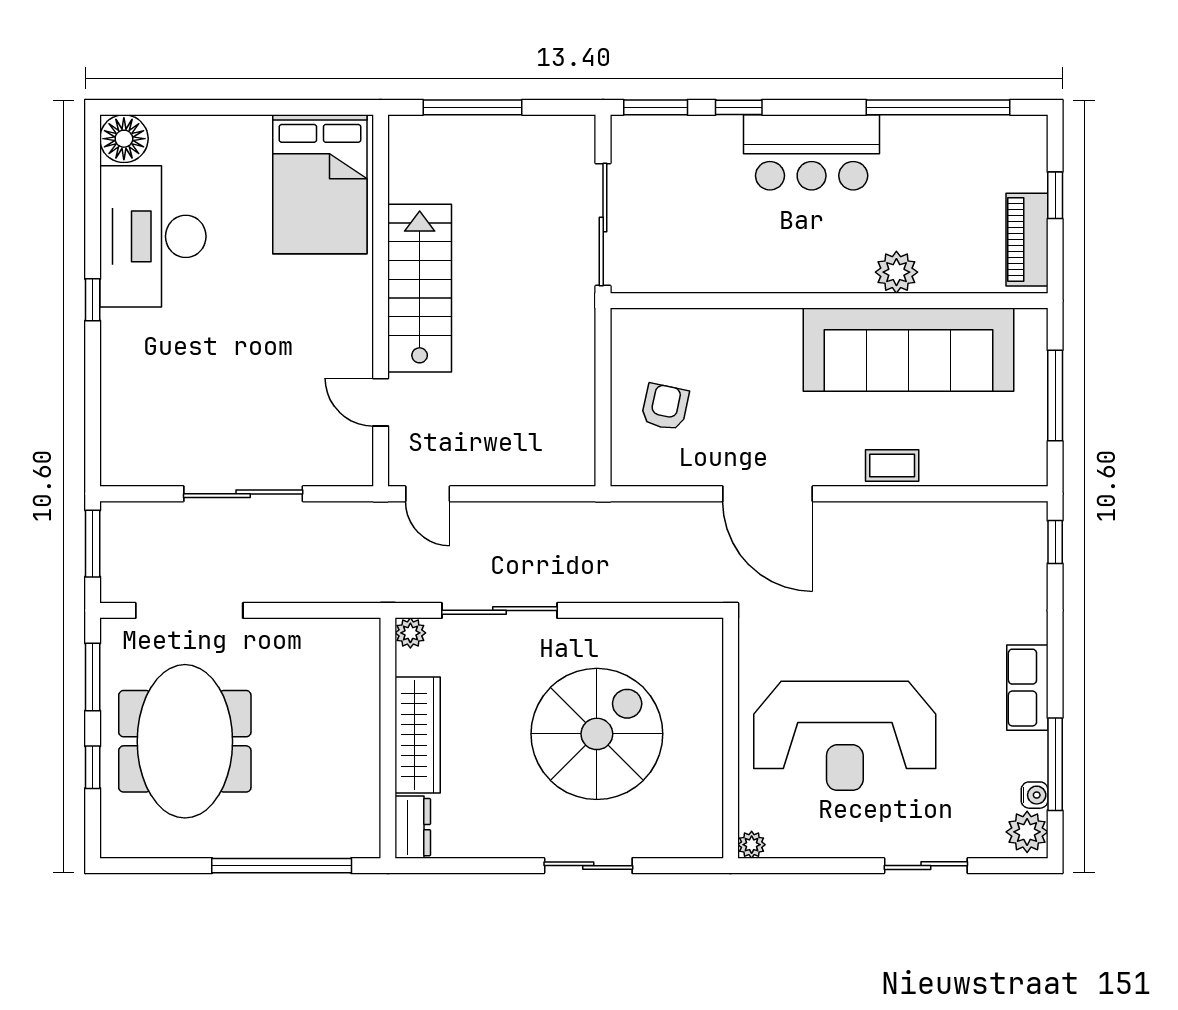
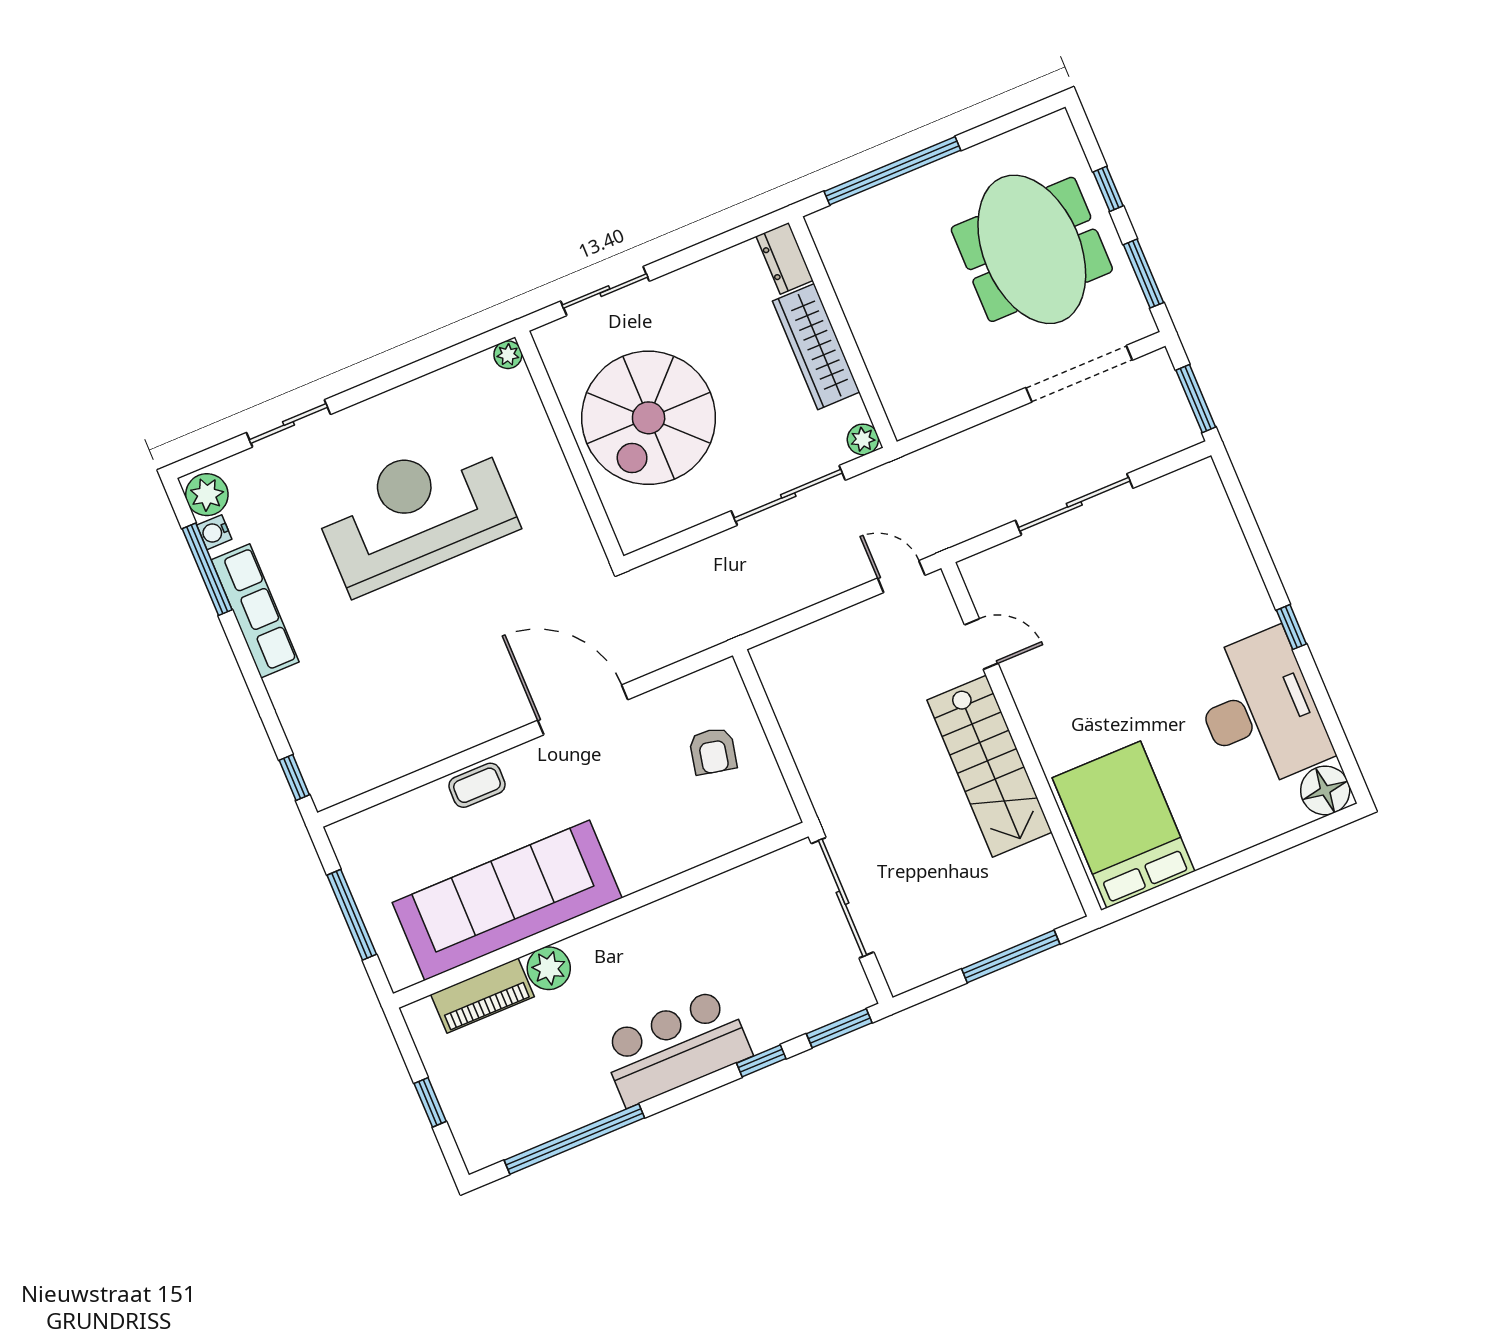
piano: (1027, 240) -> (483, 996), moved, turned 90
row of seats: (1027, 688) -> (255, 611), width x1.48
wall: (731, 738) -> (569, 446), moved
plant: (752, 845) -> (508, 355), moved

